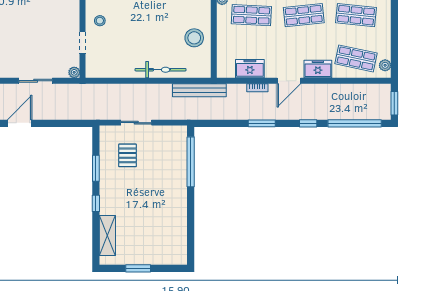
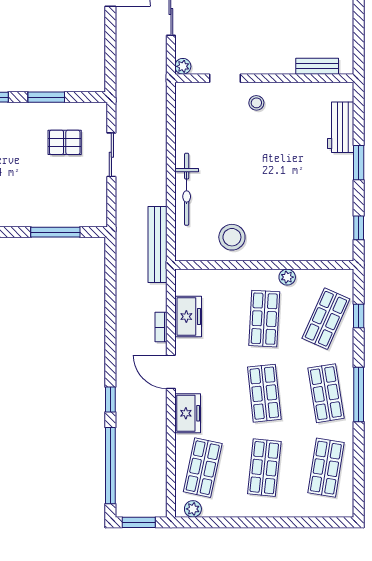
window: (262, 123) -> (110, 333), removed
window: (191, 162) -> (55, 232), width x0.68

